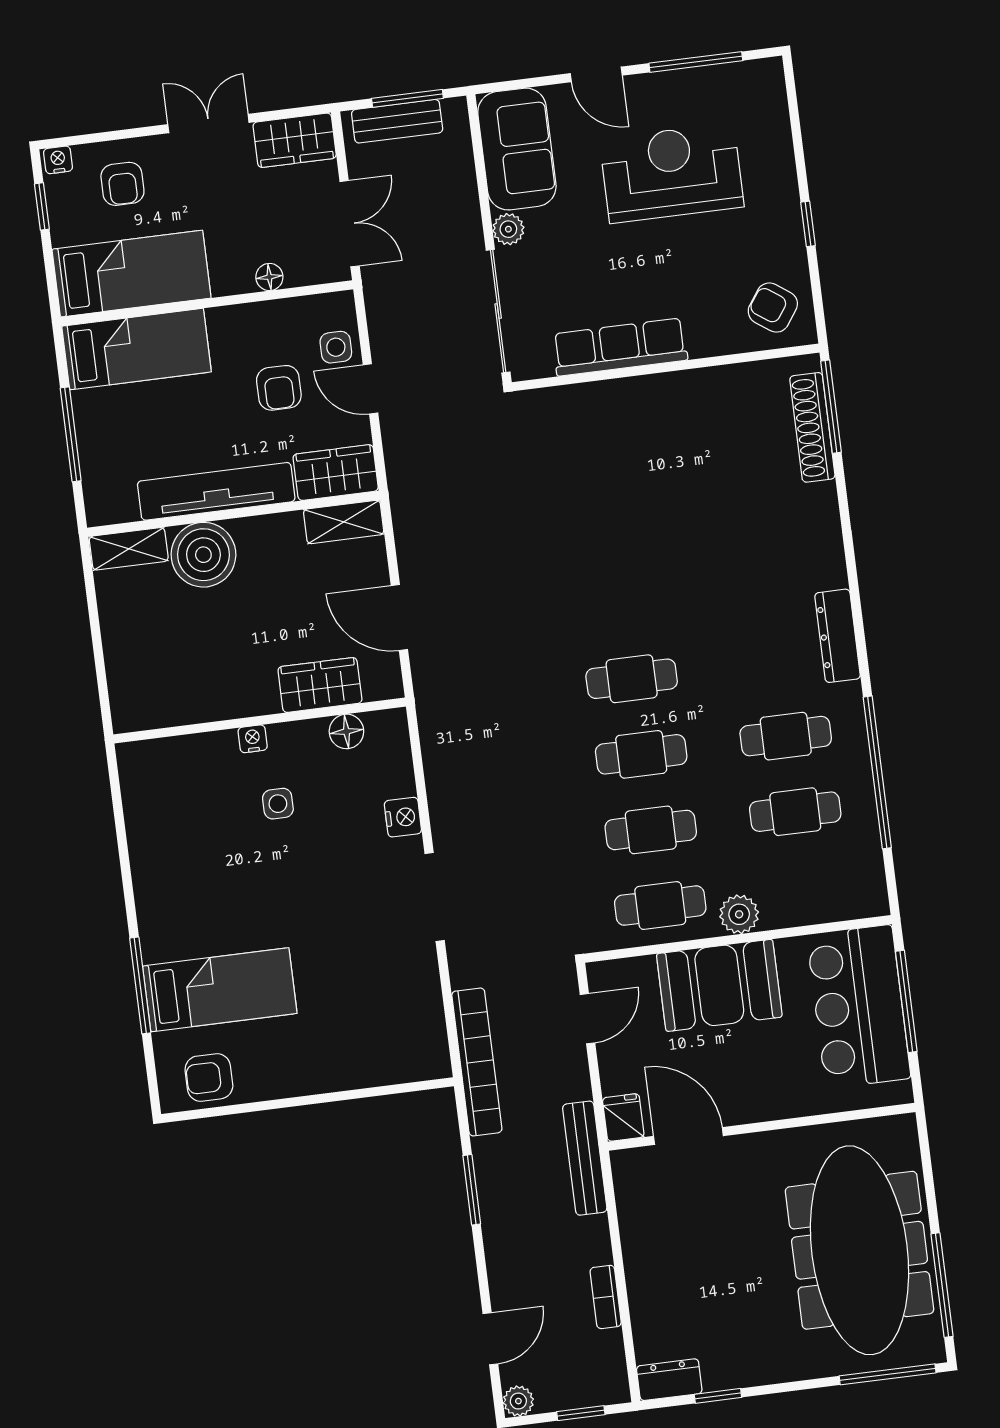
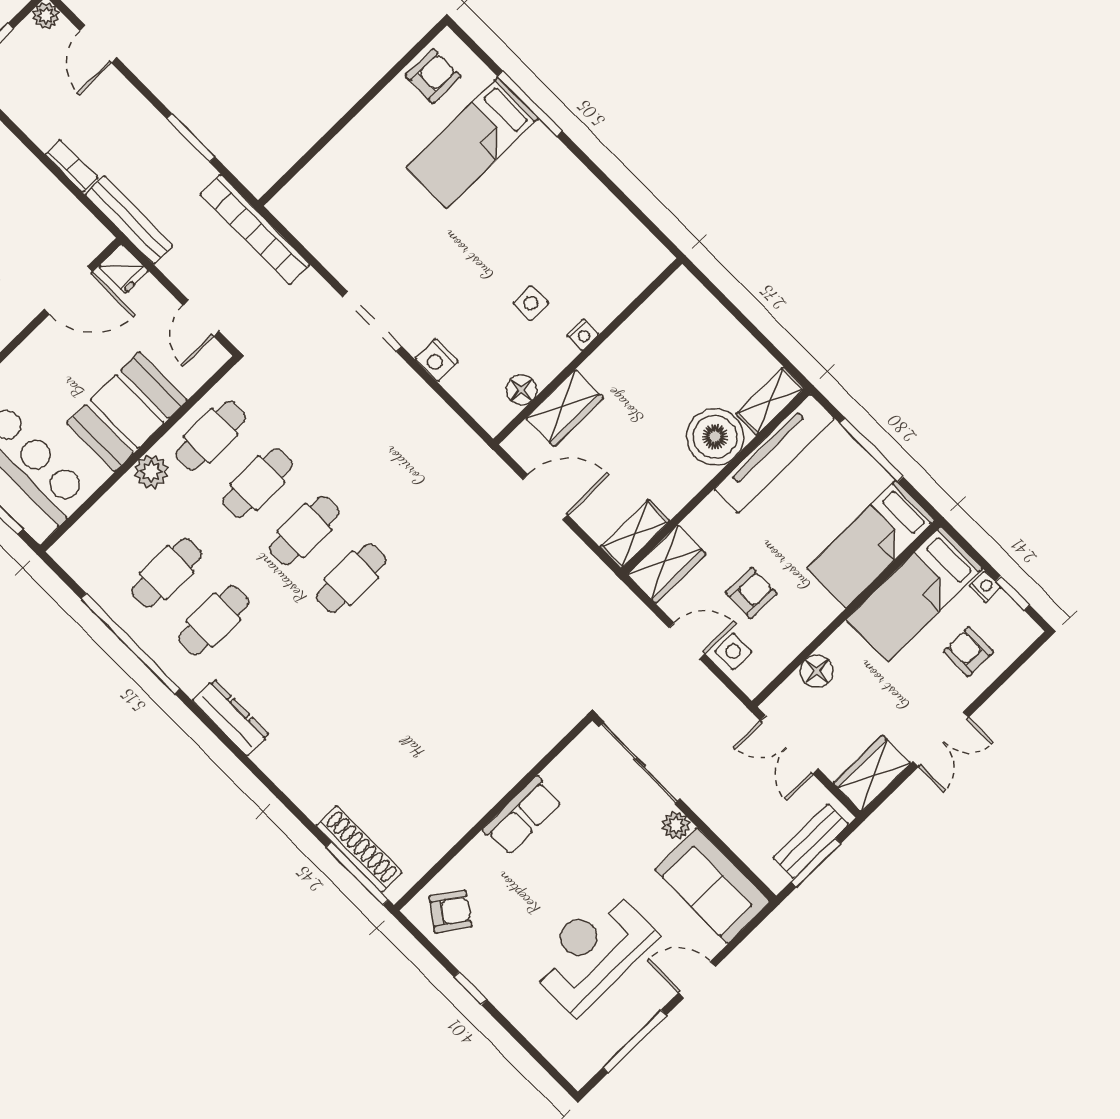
nightstand: (58, 160) -> (985, 587), moved, turned -90
reception desk: (672, 173) -> (592, 951), turned 180
floor lamp: (269, 277) -> (817, 671), width x1.37, depth x1.37
row of seats: (620, 347) -> (522, 816), width x0.68
armchair: (279, 388) -> (751, 593), turned 91
tv unit: (216, 491) -> (774, 454), moved
bookcase: (606, 1297) -> (71, 166), moved

